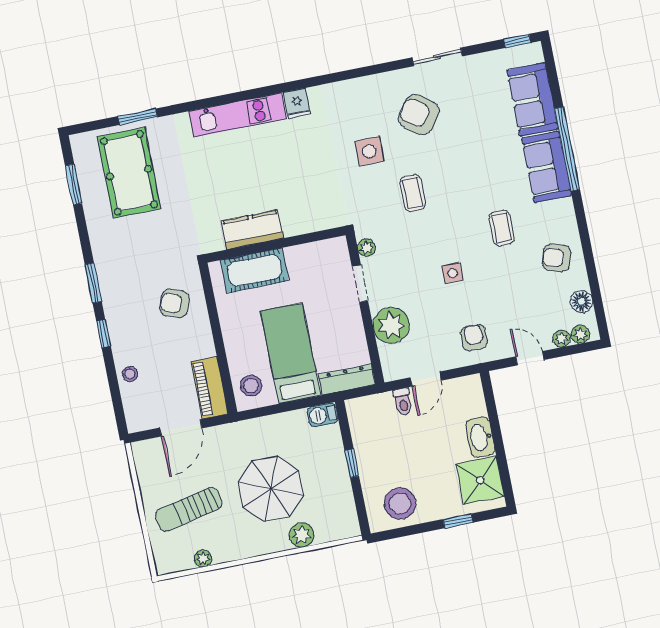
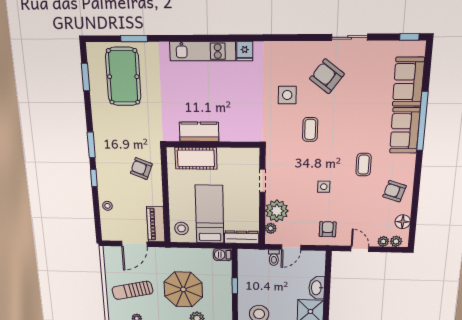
plant: (366, 248) -> (271, 228), moved

